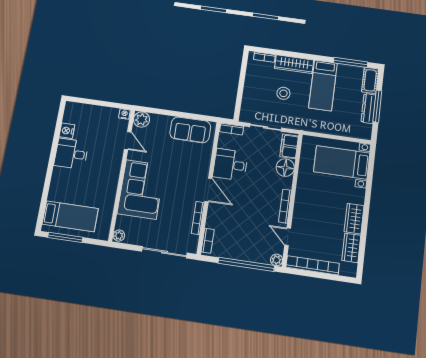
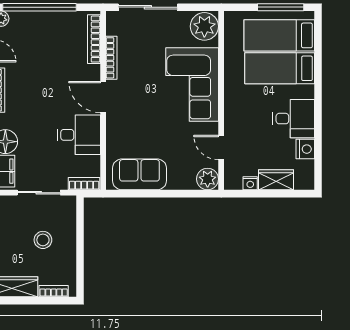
stool: (283, 93) -> (43, 240), moved
wardrobe: (92, 112) -> (276, 180), added
nightstand: (124, 114) -> (250, 183), moved
bed: (75, 192) -> (280, 68), added
plant: (119, 236) -> (204, 26), width x1.88, depth x1.88
bookcase: (208, 241) -> (94, 39), width x1.56

